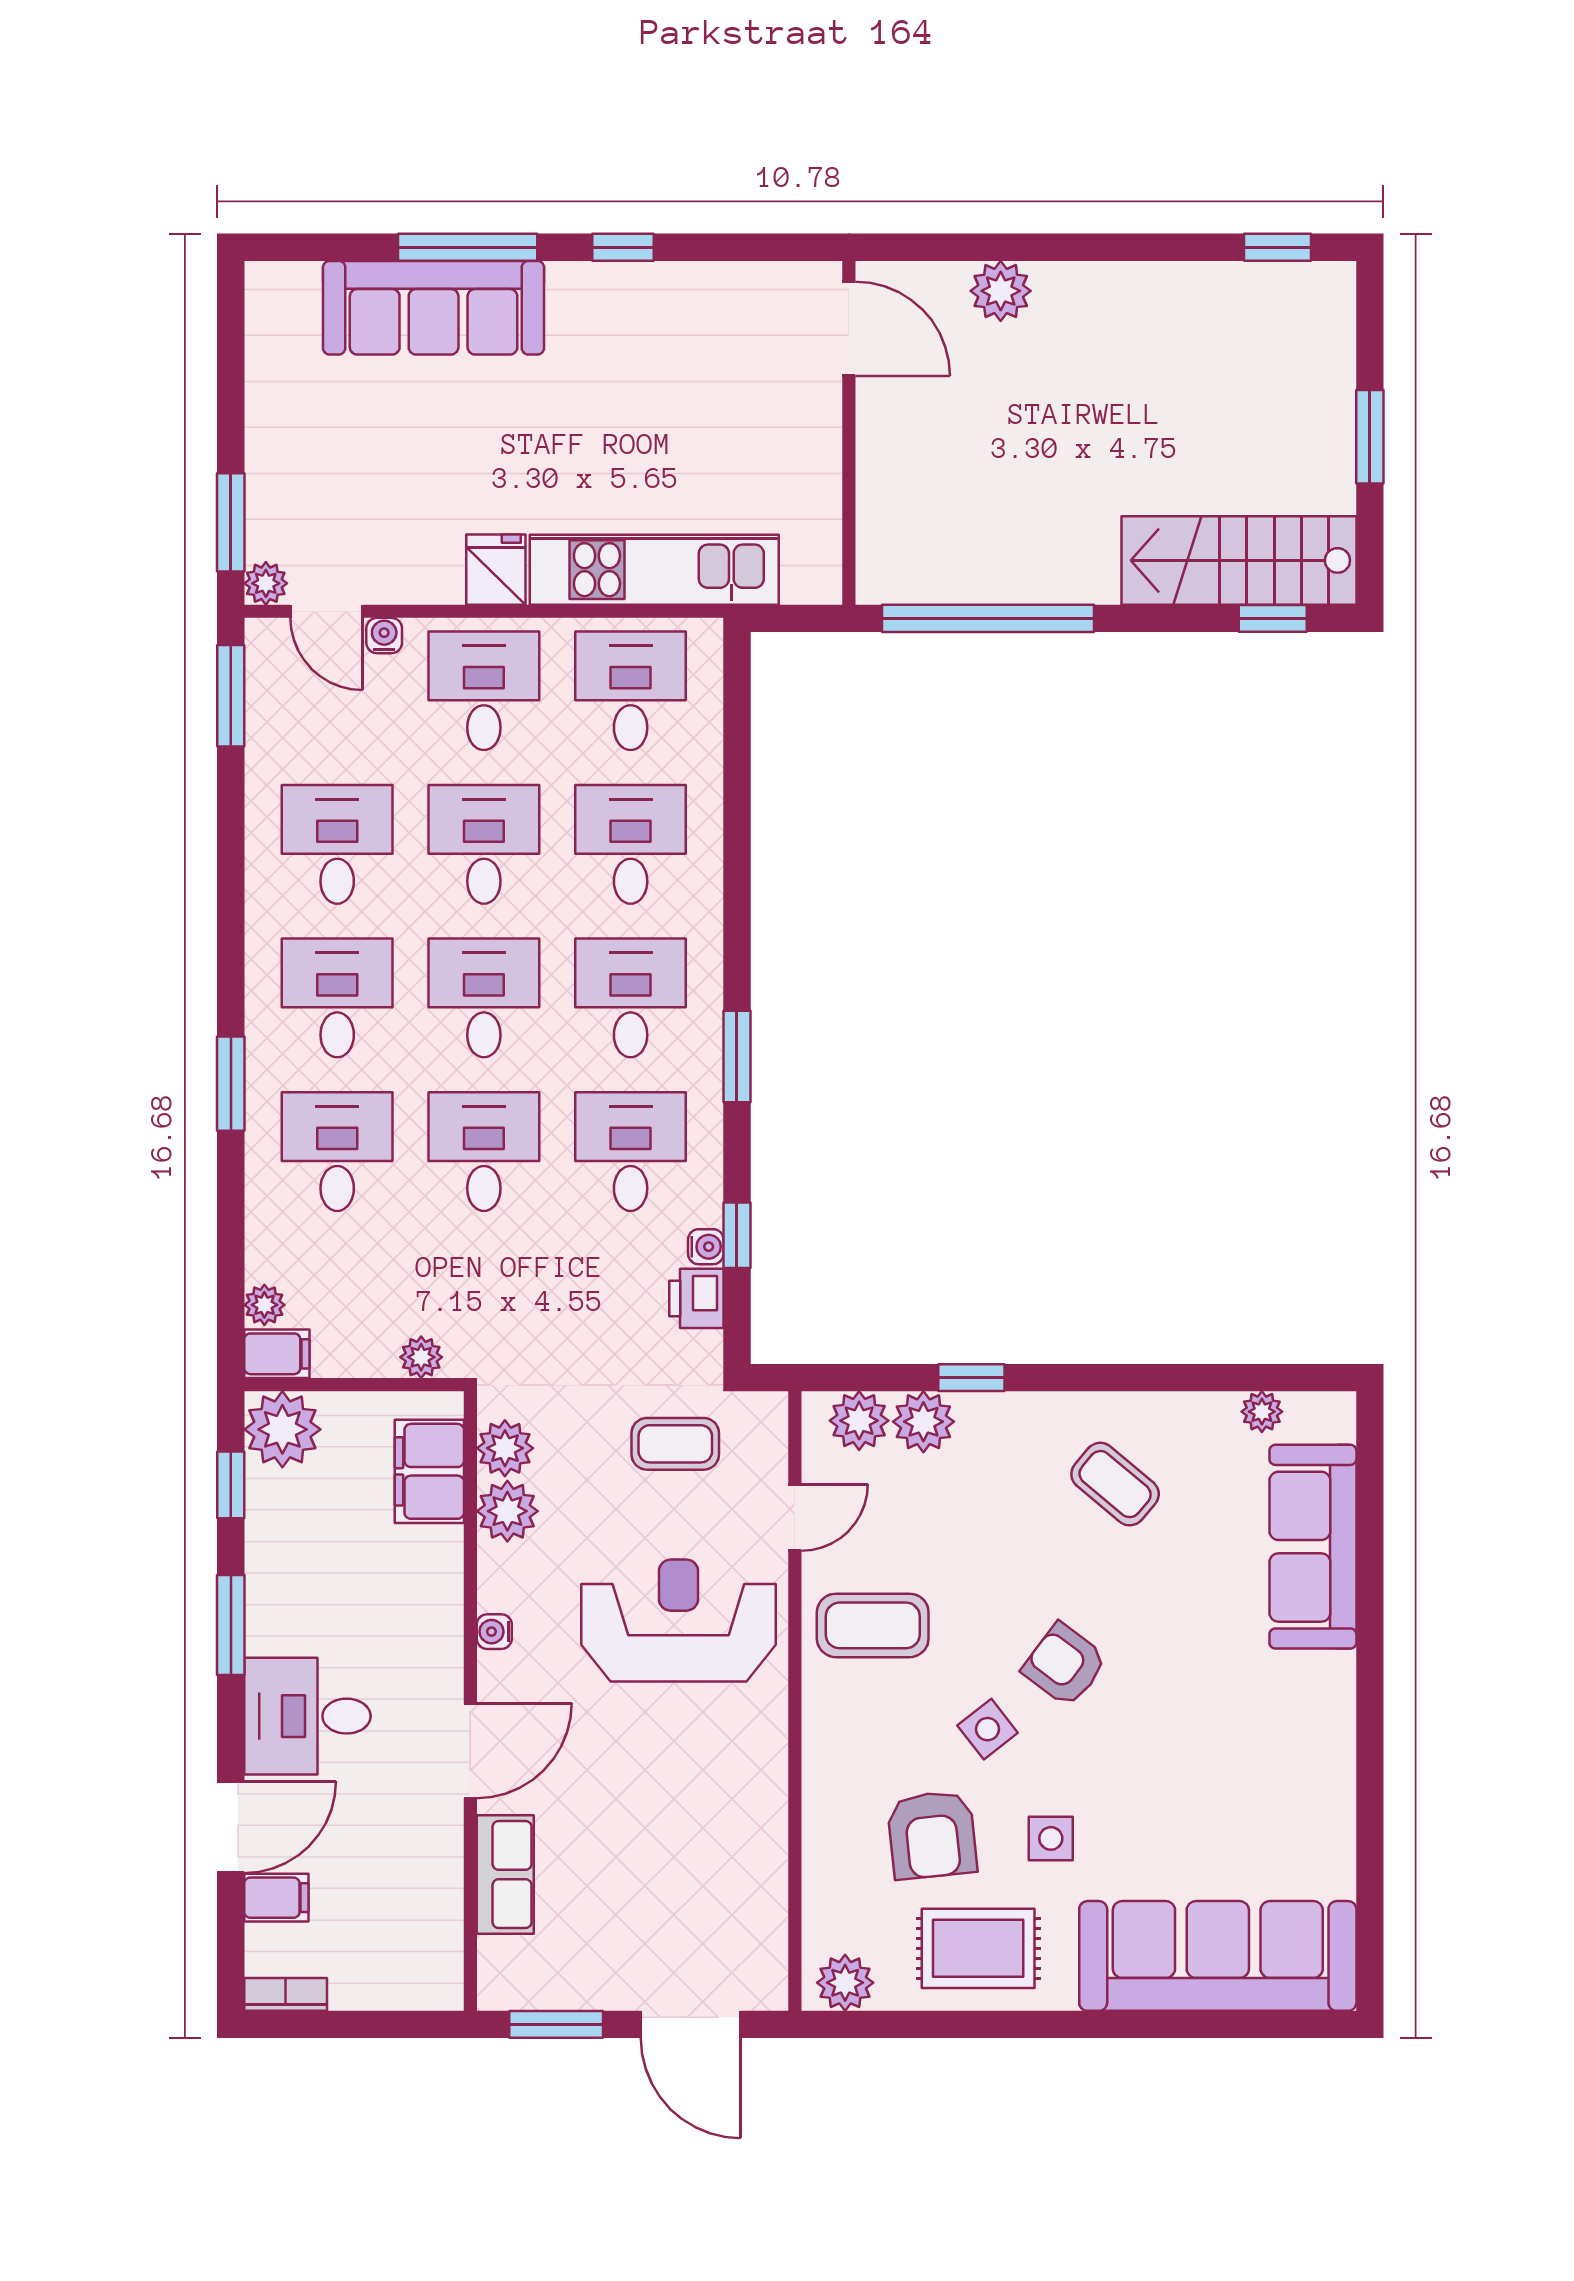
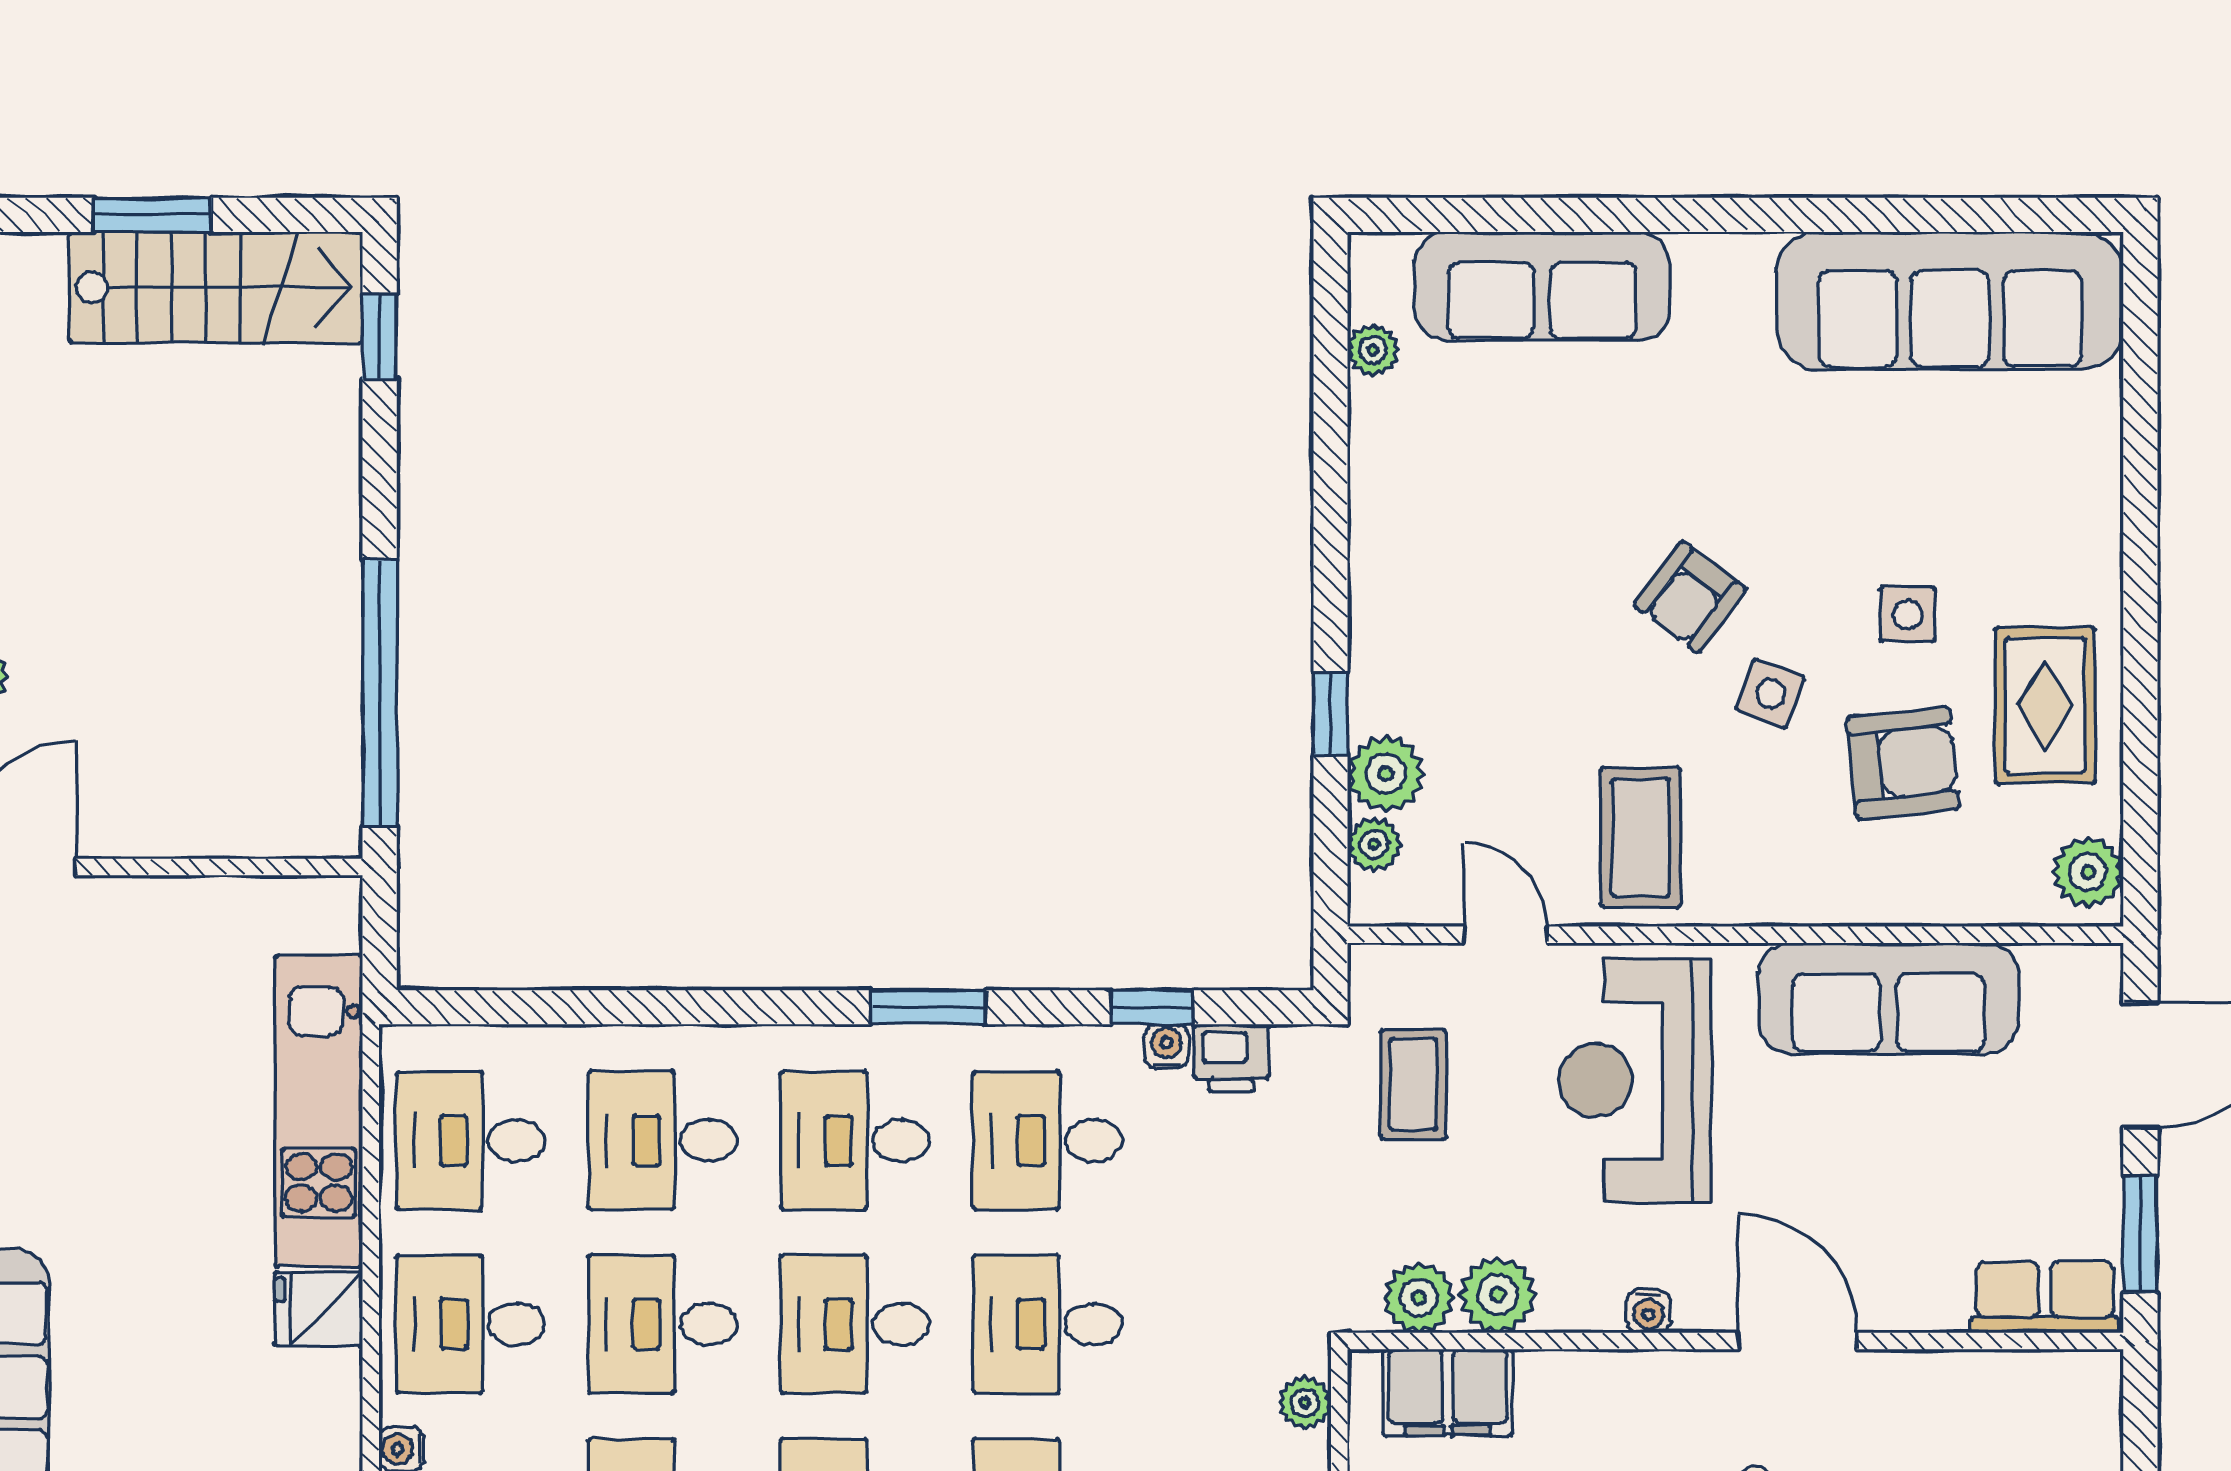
stairs: (1239, 560) -> (216, 287), moved, turned -90
plant: (859, 1421) -> (1374, 844), width x0.73, depth x0.73
coffee table: (1115, 1484) -> (1464, 534), removed
side table: (988, 1729) -> (1771, 694), turned -31
sofa: (744, 1823) -> (1888, 998), added
row of seats: (505, 1874) -> (2045, 1297), moved
sofa: (1218, 1956) -> (1950, 301), moved, turned -90

